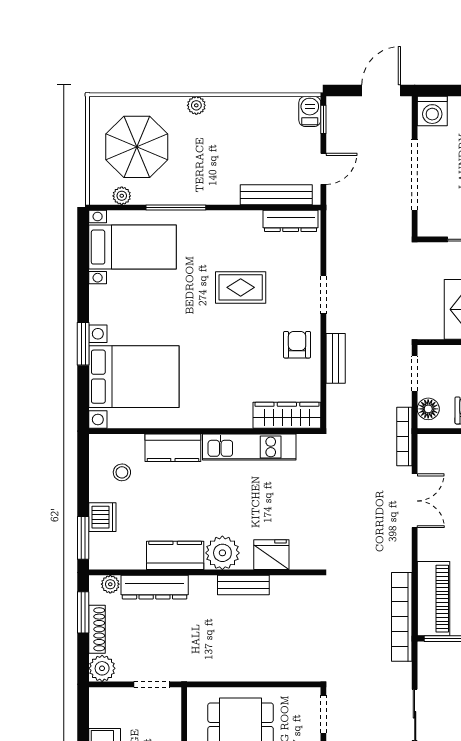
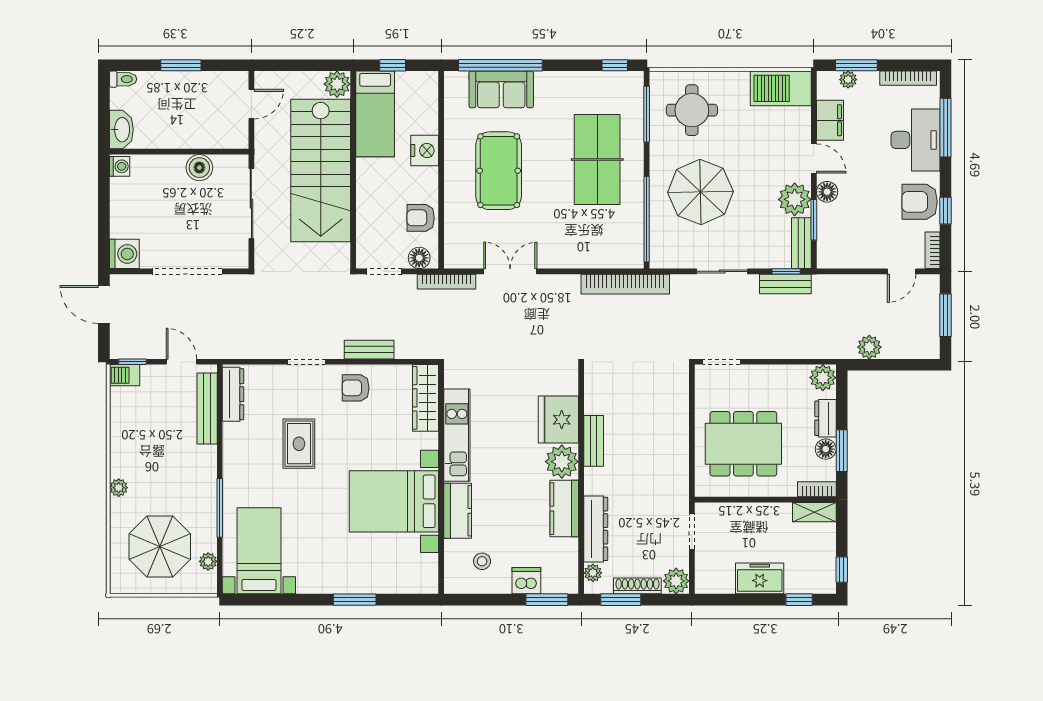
bed with nightstands: (134, 377) -> (394, 501), moved, turned -90
fridge: (271, 555) -> (558, 420), width x1.36, depth x1.34
piano: (434, 599) -> (607, 253), removed

